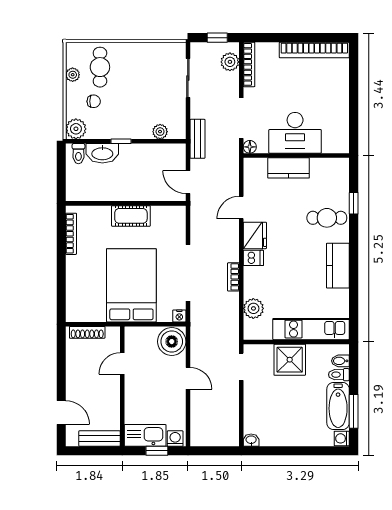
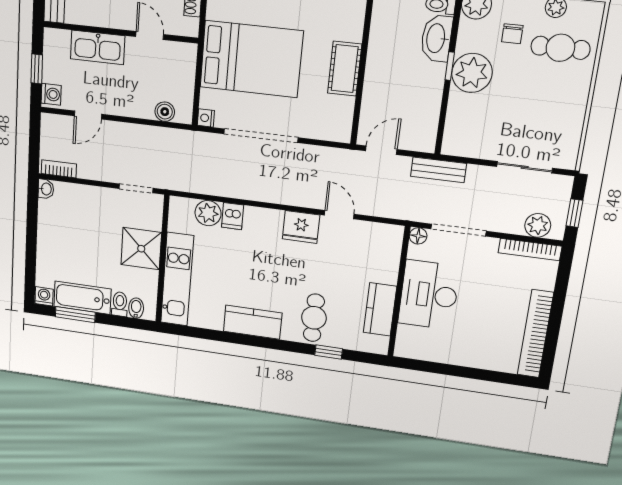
plant: (160, 132) -> (472, 73), moved, width x1.88, depth x1.88
kitchen counter: (289, 168) -> (380, 309), moved
dishwasher: (253, 258) -> (233, 216), moved
bookcase: (233, 277) -> (59, 169), moved
boiler: (172, 342) -> (165, 112), width x0.54, depth x0.54
door: (188, 378) -> (88, 115), moved
kitchen sink: (145, 435) -> (98, 47), moved, turned 90

